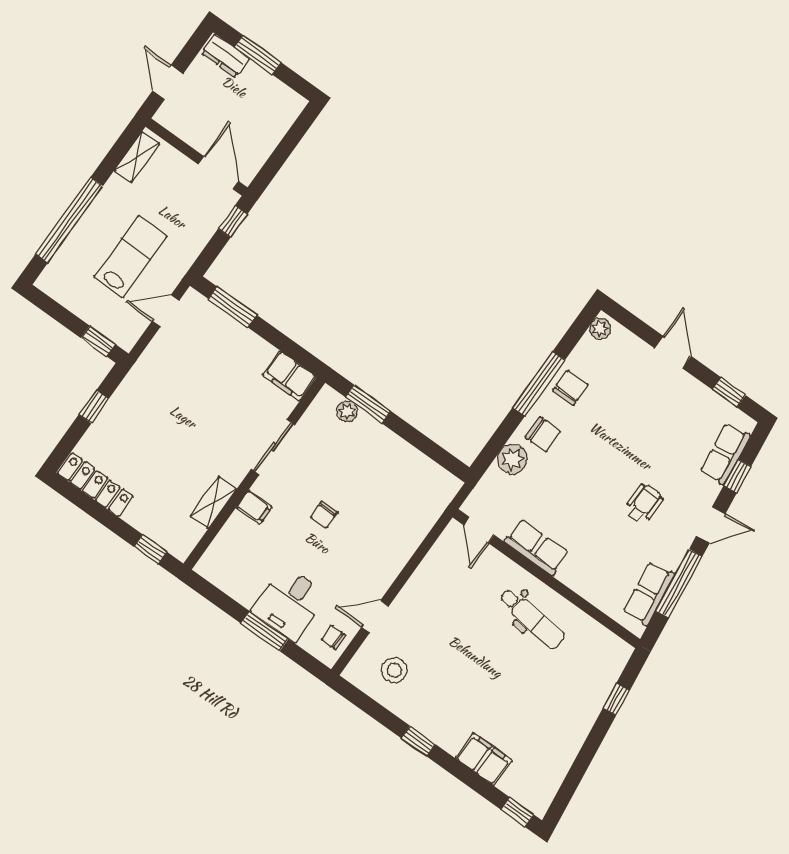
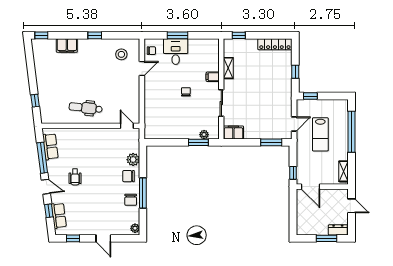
door: (711, 525) -> (46, 187), swing flipped
row of seats: (537, 547) -> (102, 134), removed

